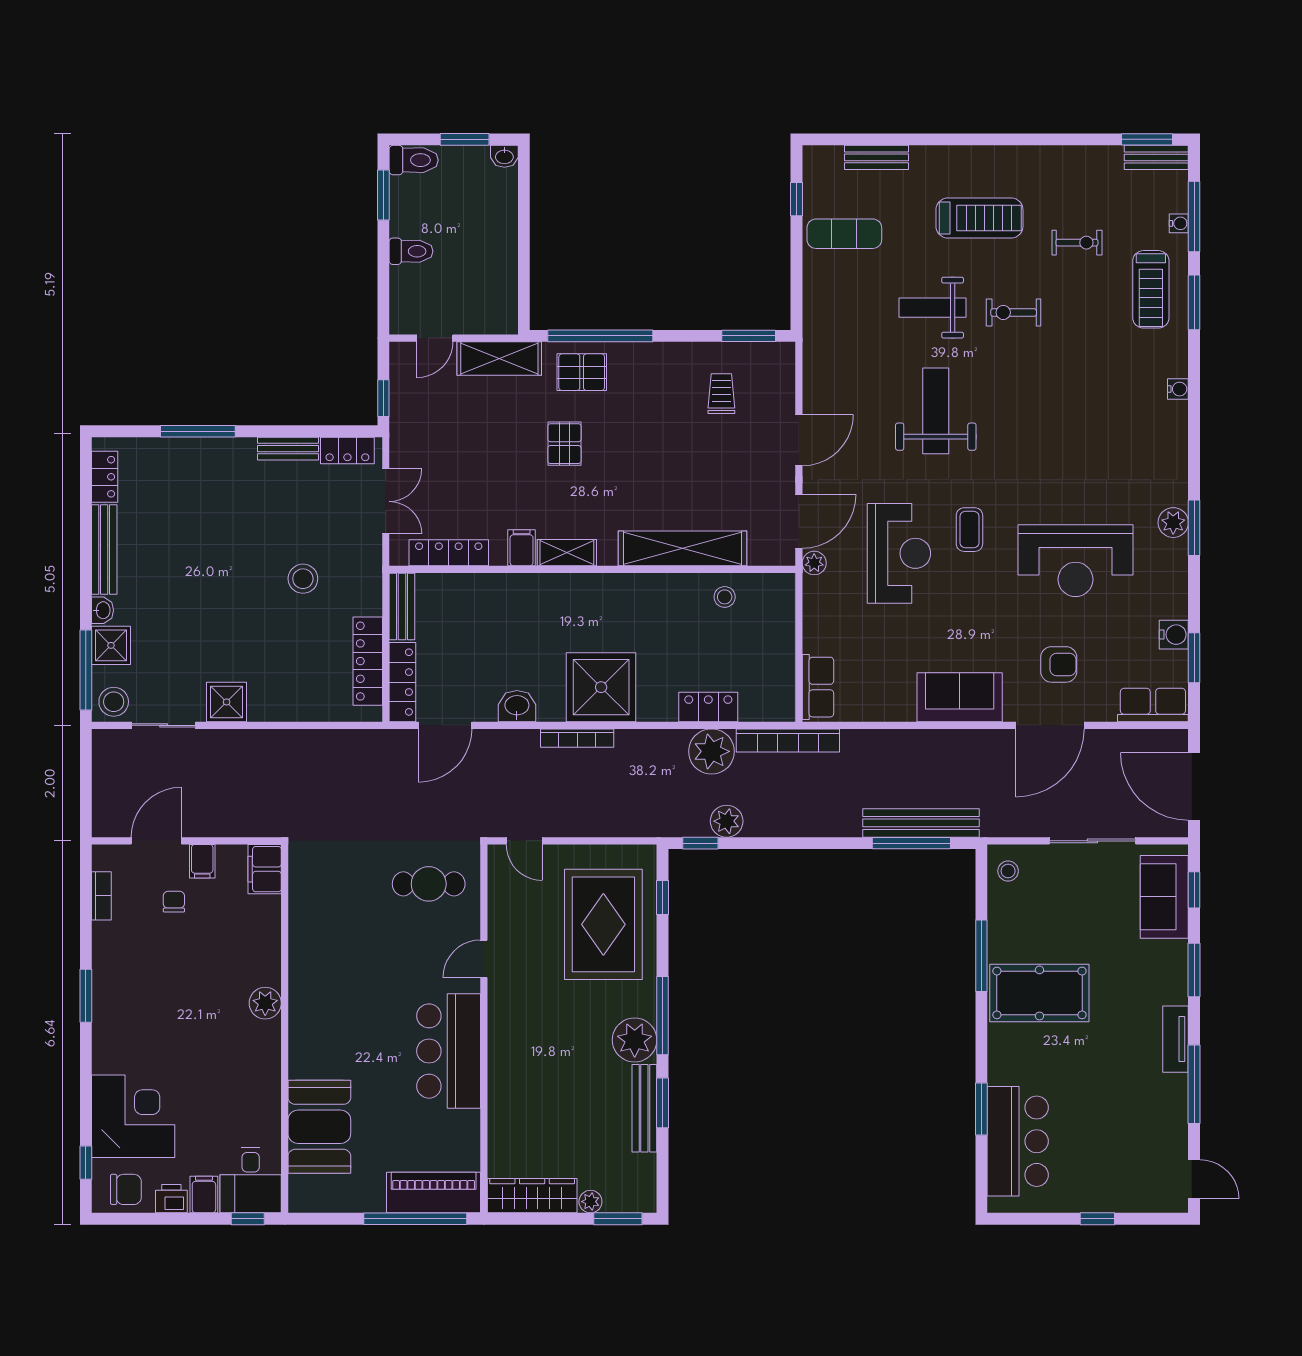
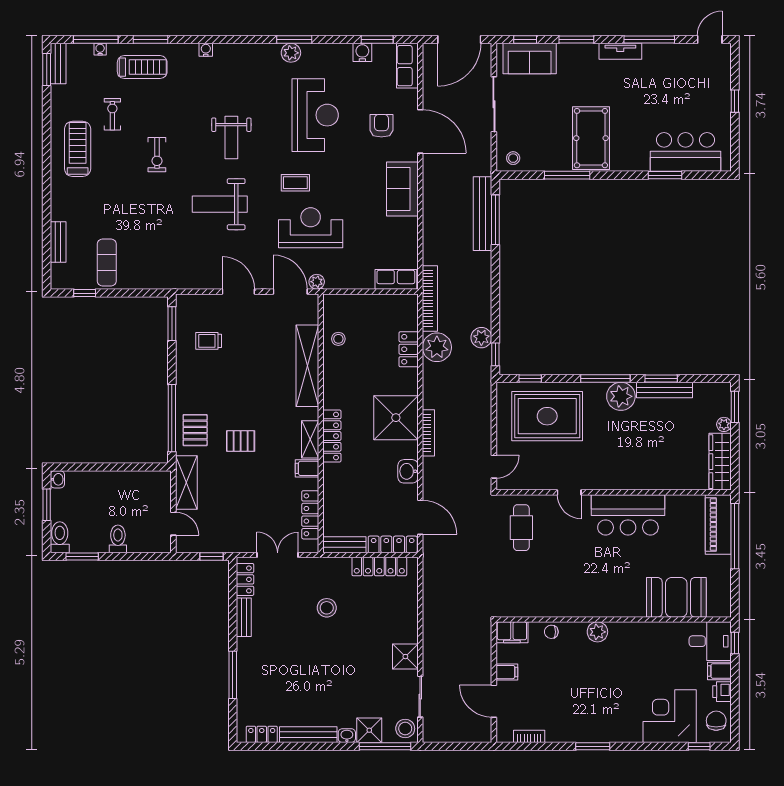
treadmill: (979, 218) -> (78, 149), moved
weight bench: (933, 308) -> (231, 138), moved
locker: (572, 587) -> (332, 436), added
chair: (174, 902) -> (551, 632), moved

